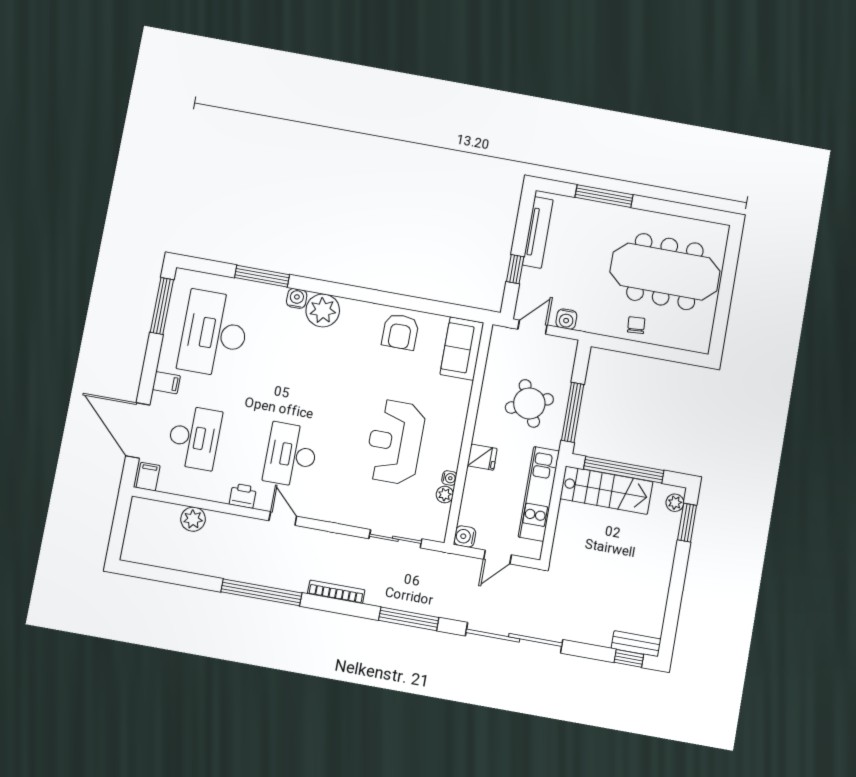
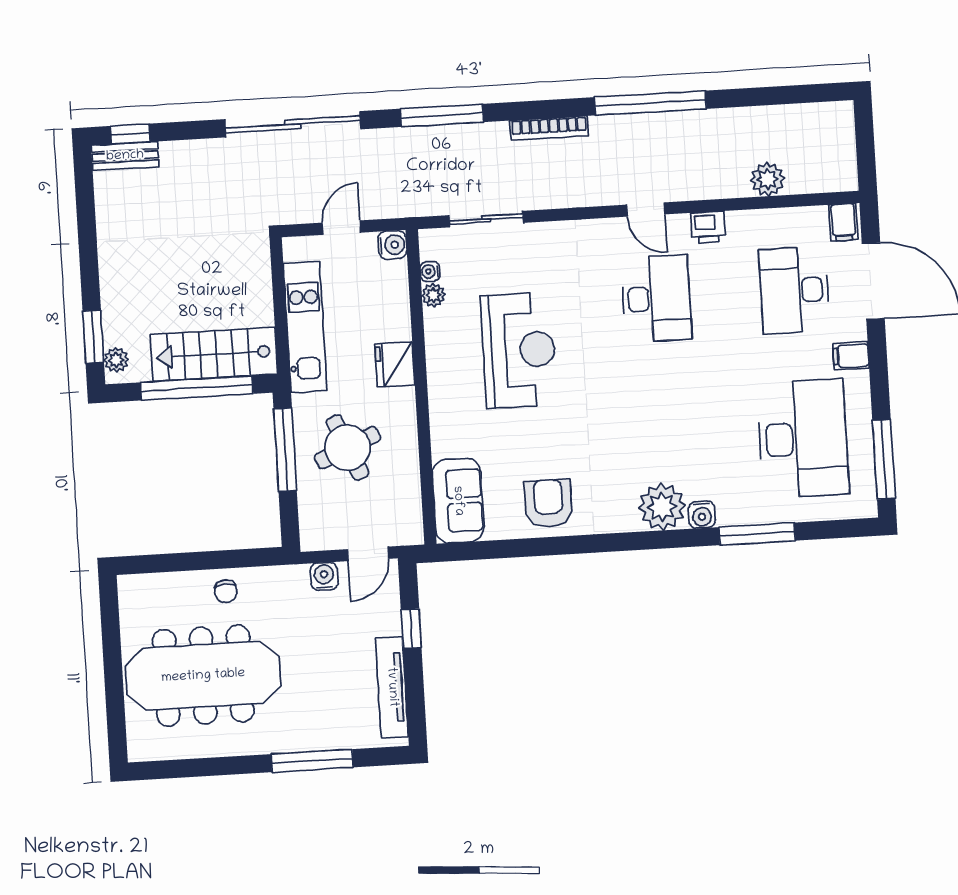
fridge: (482, 457) -> (395, 364), width x1.38
water cooler: (449, 478) -> (430, 271), moved

